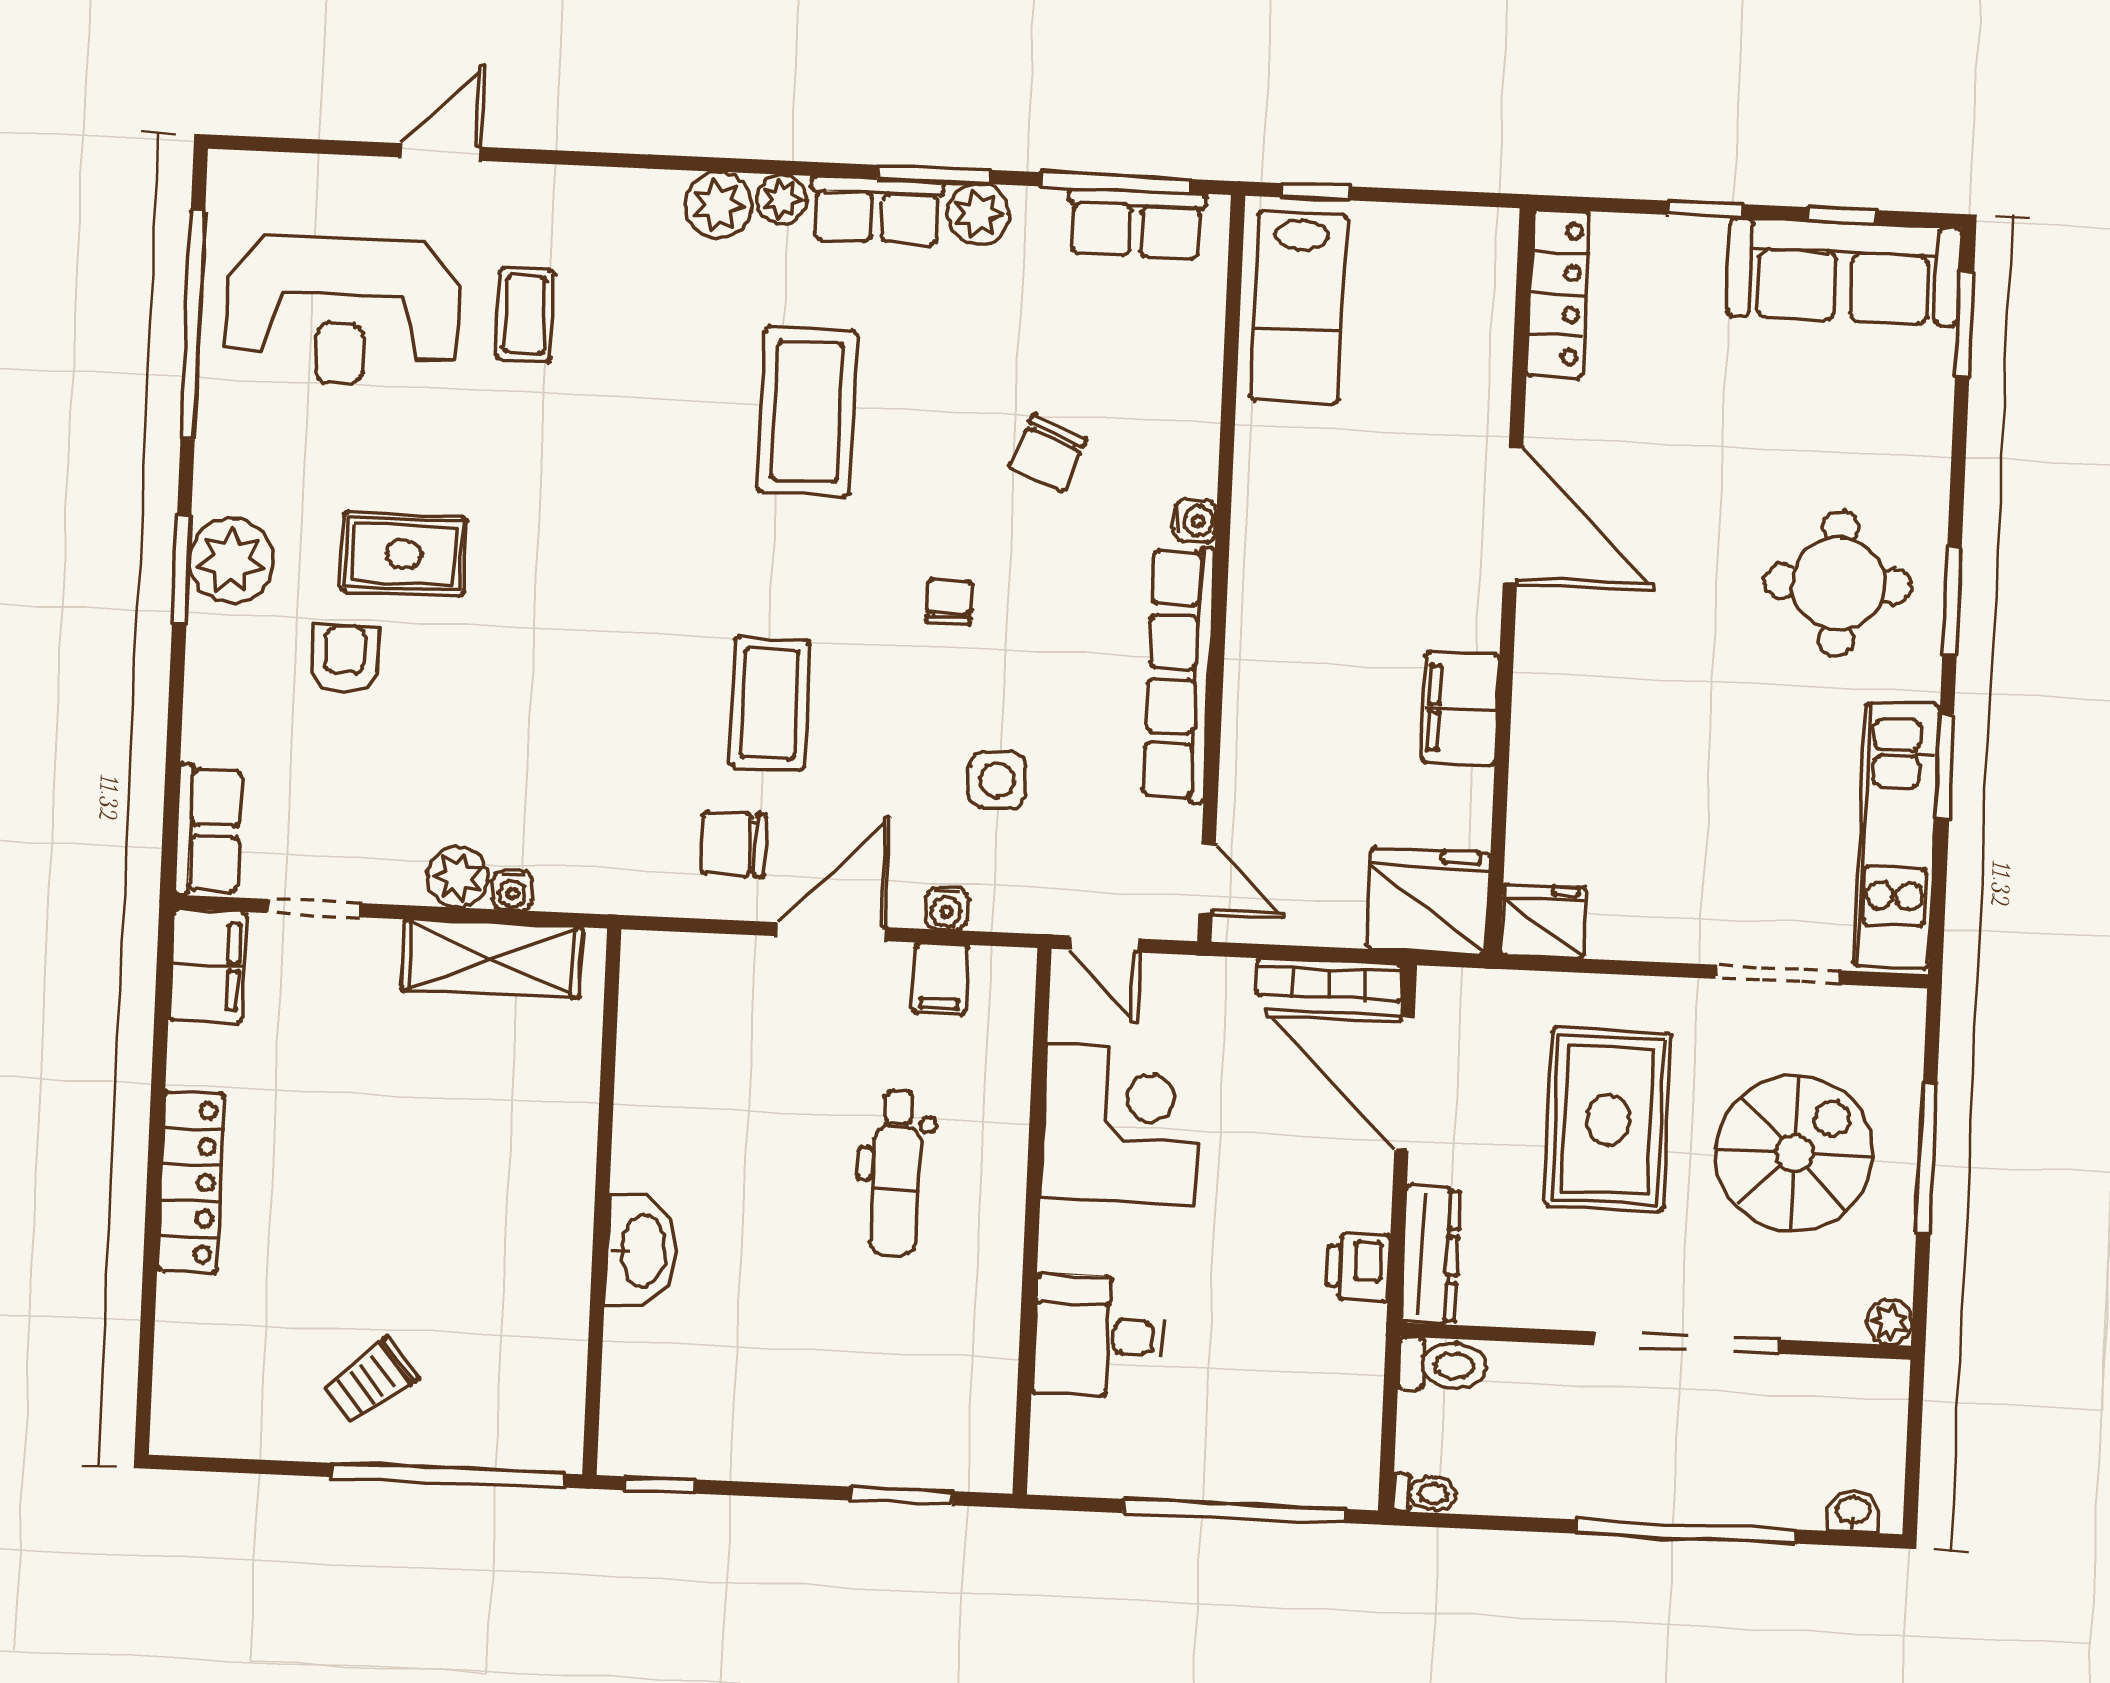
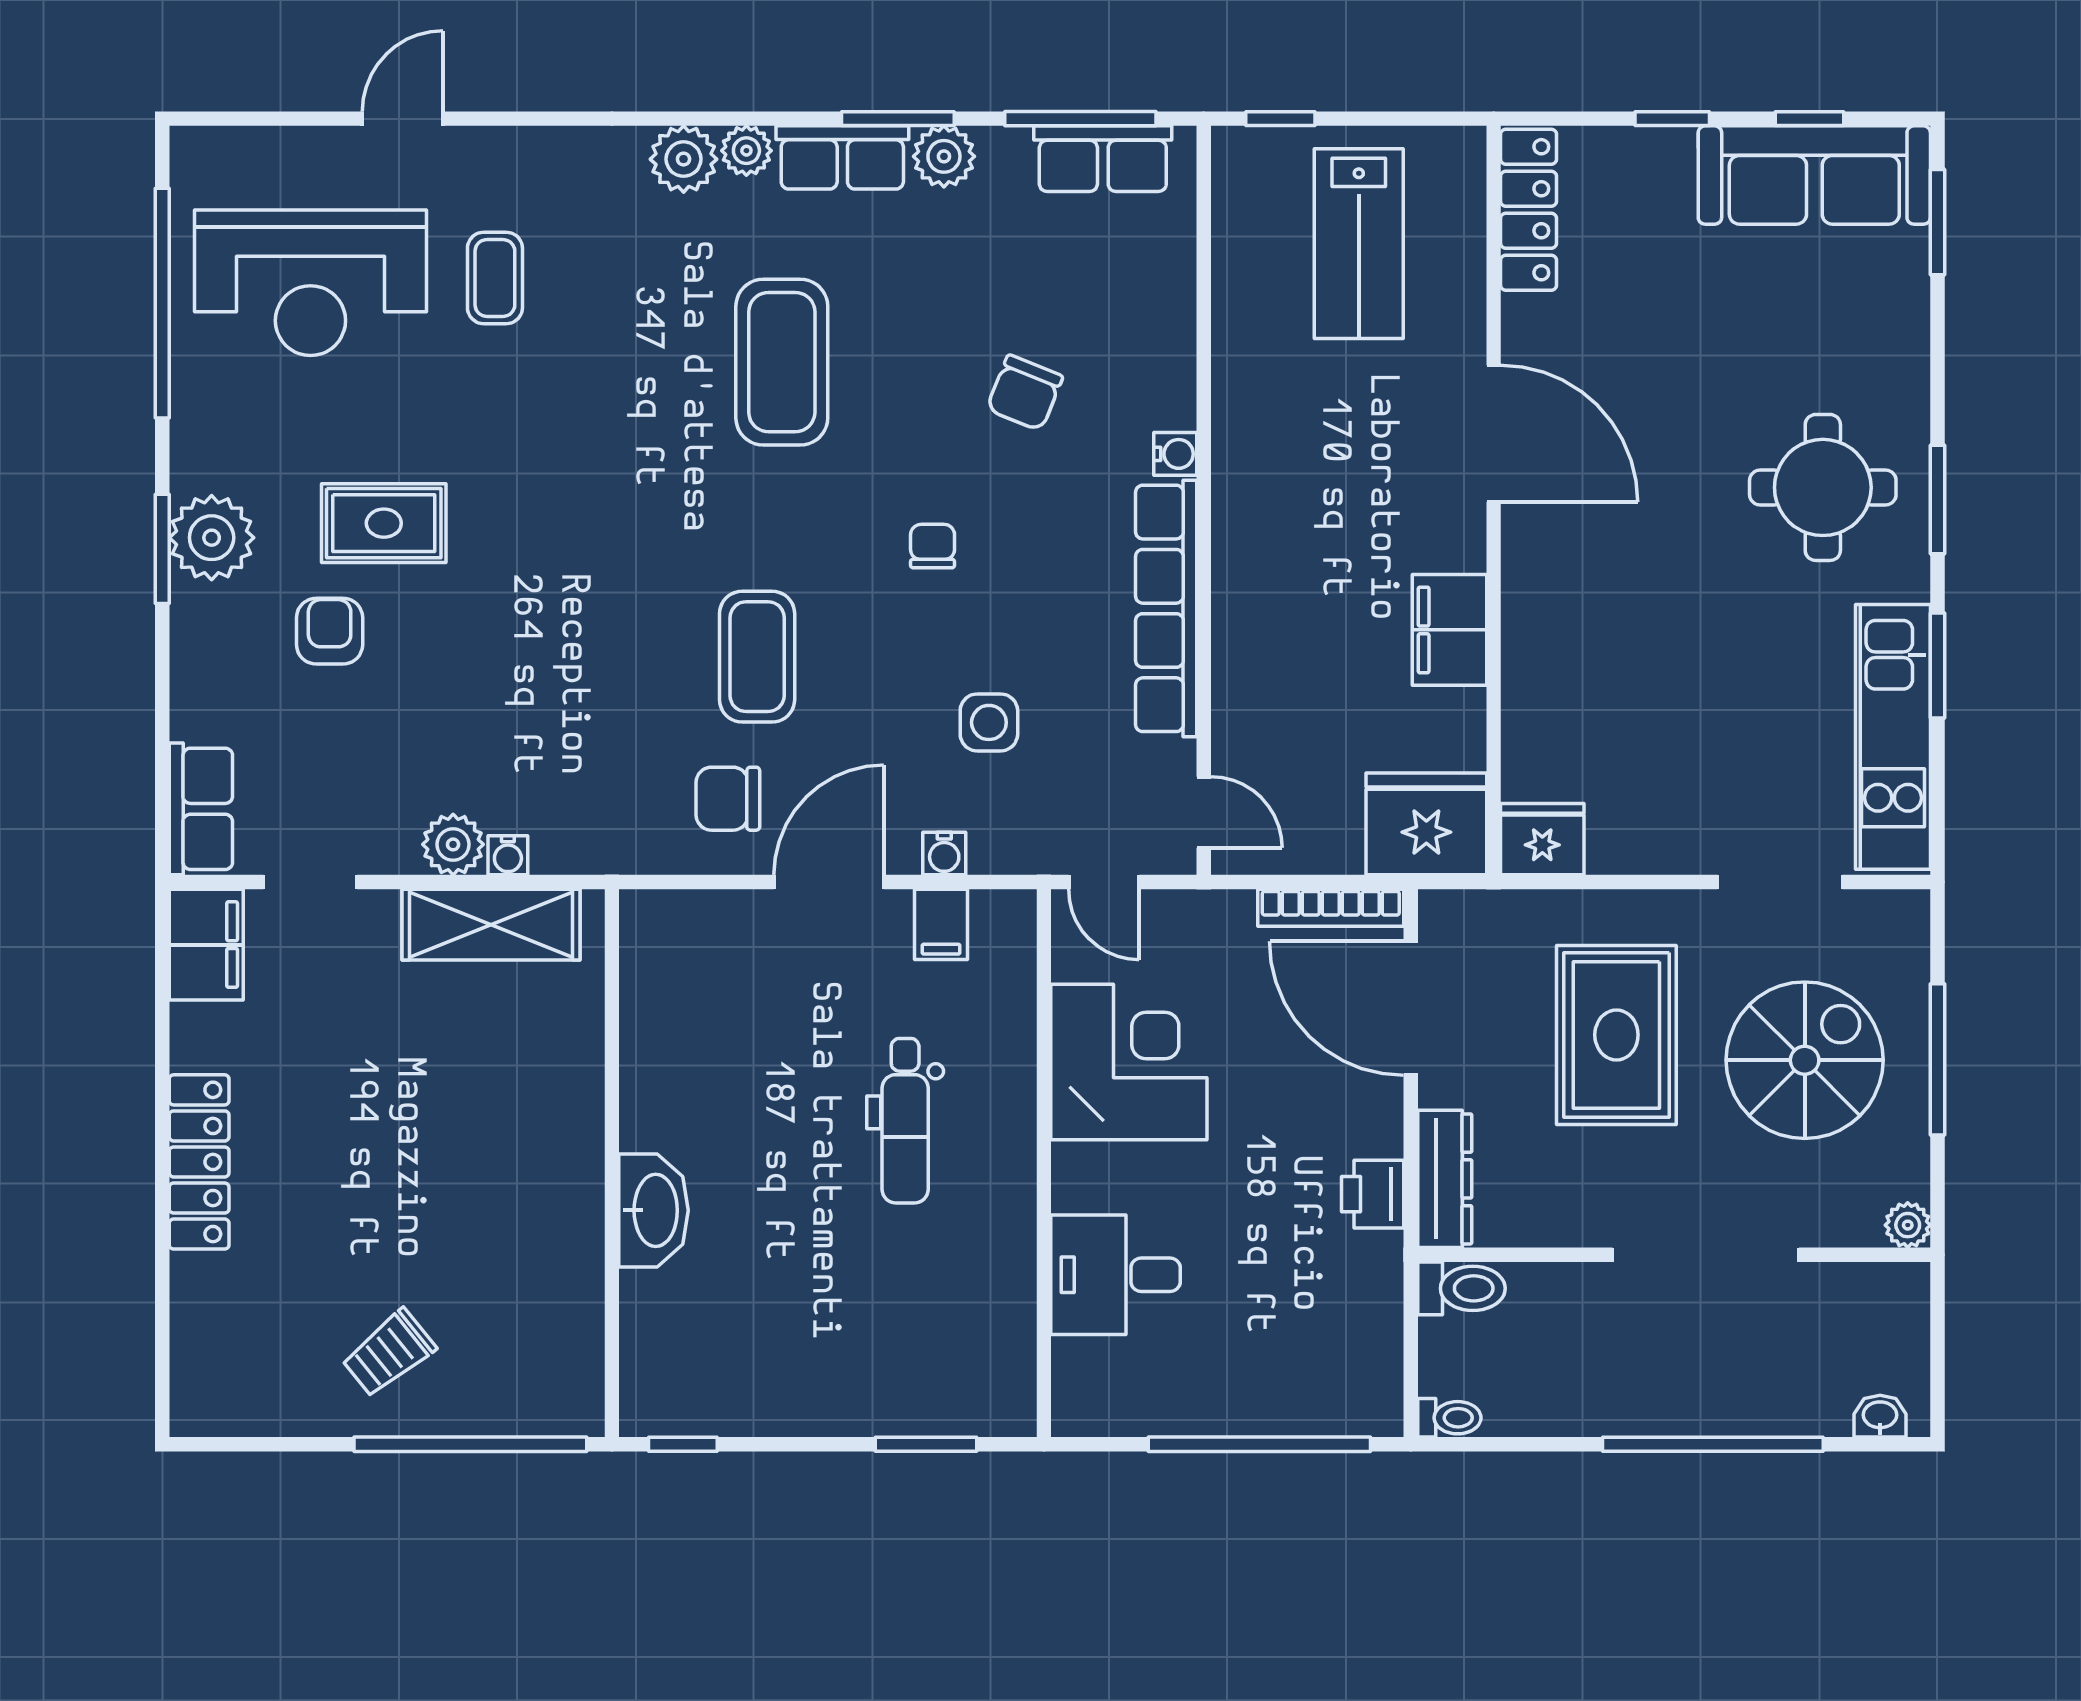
lab bench: (1299, 307) -> (1359, 244), moved

